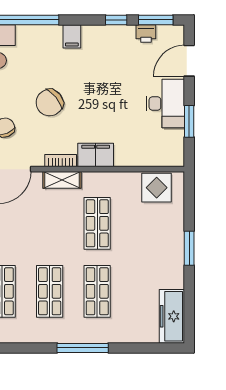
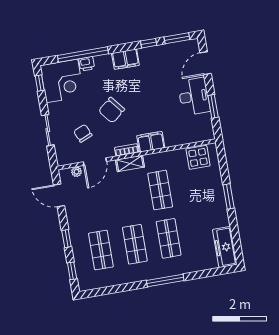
printer: (146, 34) -> (87, 64), moved
filing cabinet: (72, 36) -> (125, 59), width x2.00

